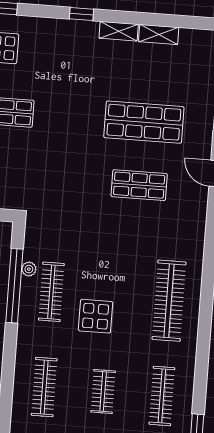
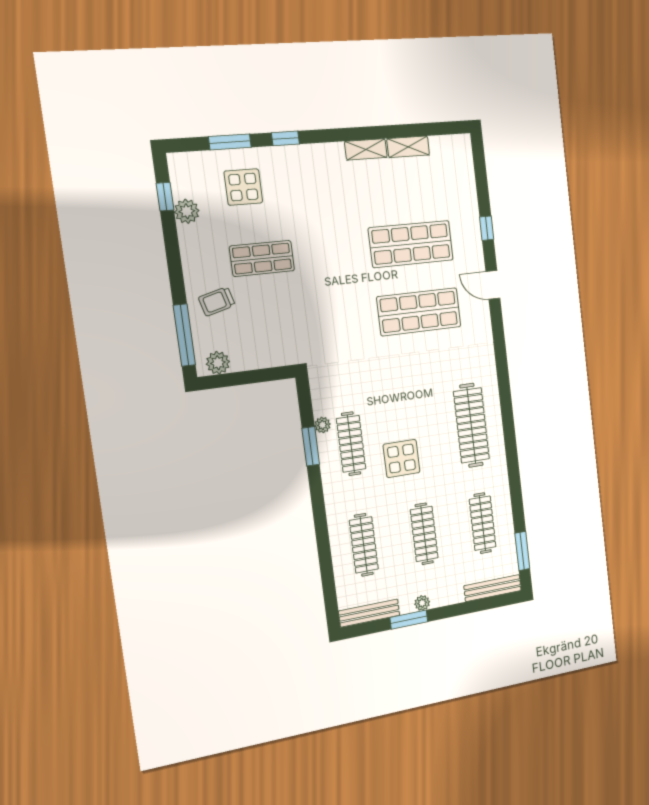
window: (81, 14) -> (285, 138), moved
shop shelf: (139, 185) -> (419, 312), width x1.43, depth x1.36
window: (14, 286) -> (311, 446), width x0.47
clothes rail: (103, 392) -> (424, 534), width x1.36

